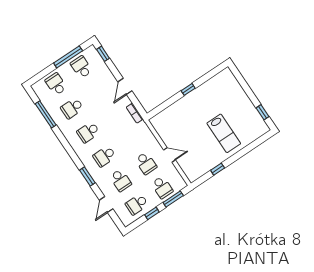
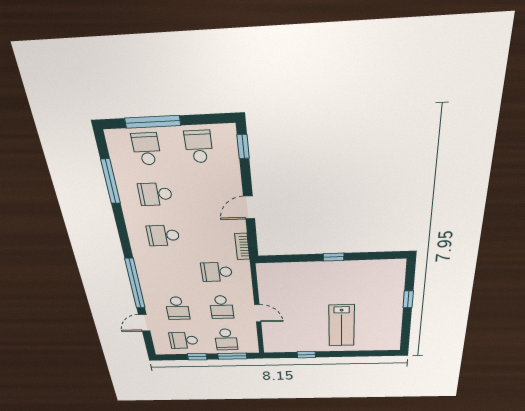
window: (68, 57) -> (153, 122), moved
window: (262, 112) -> (408, 299), moved
school desk: (104, 156) -> (217, 272), moved
window: (87, 177) -> (135, 284), width x2.11

